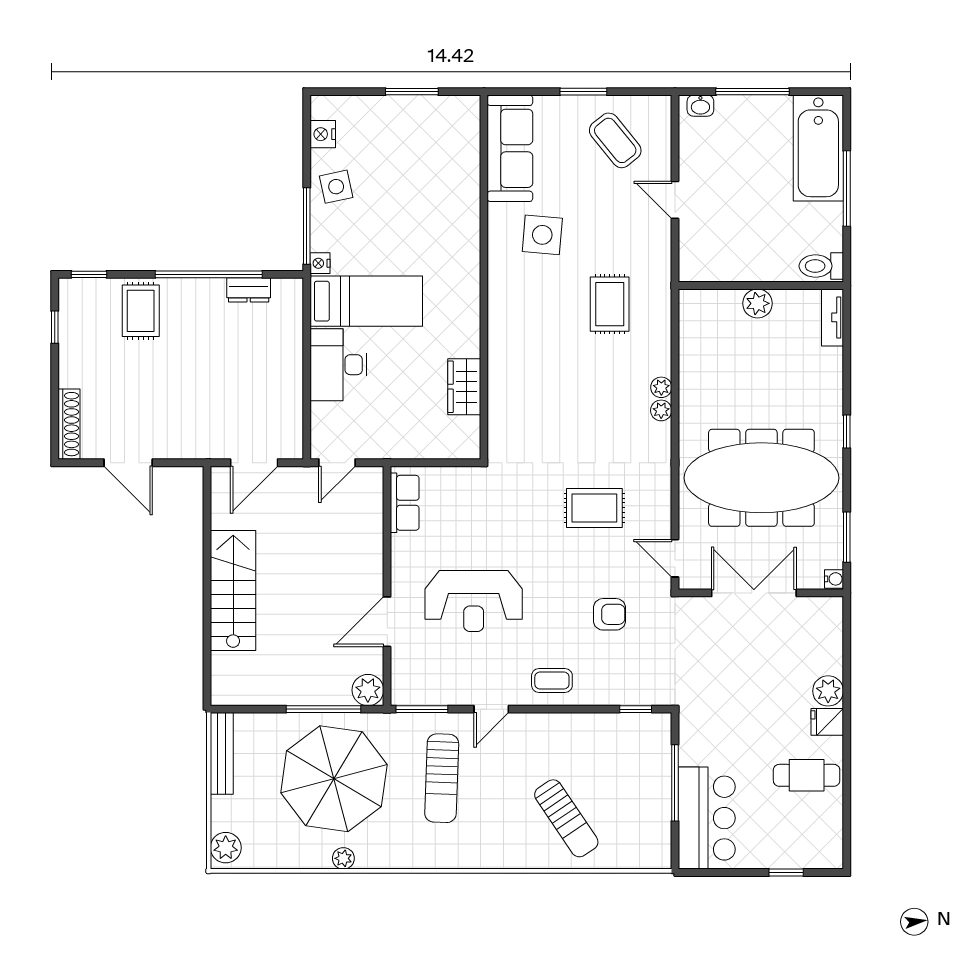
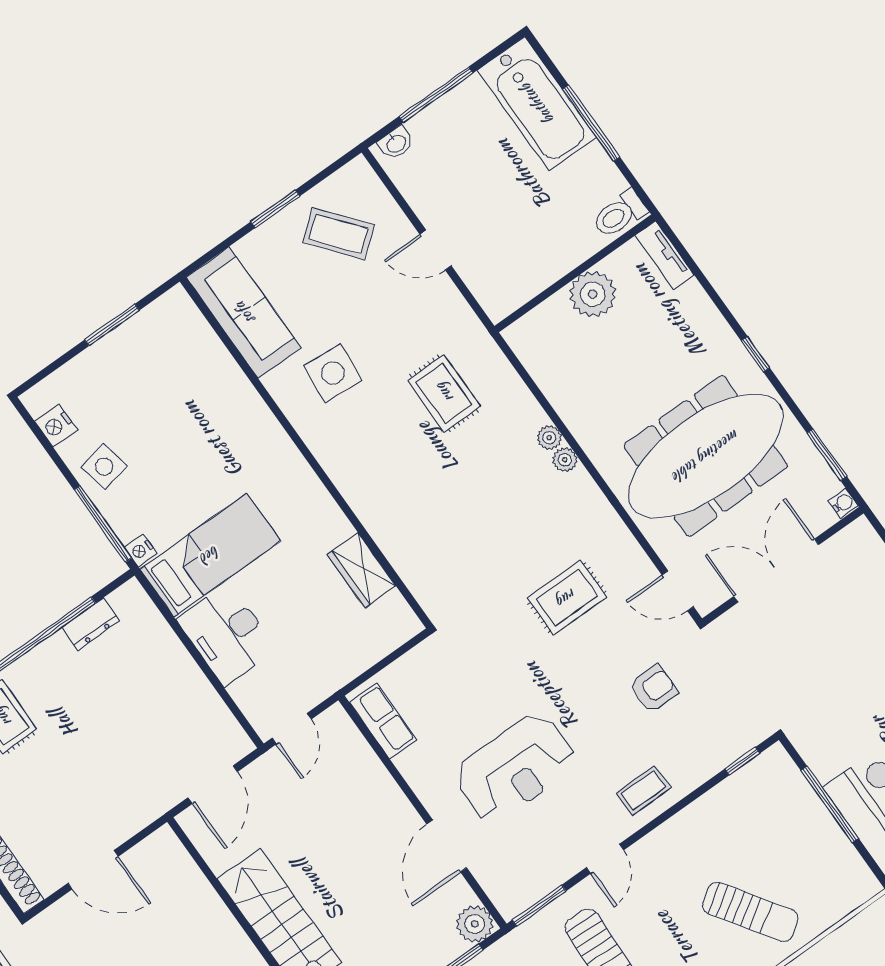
plant: (758, 303) -> (593, 294), width x1.36, depth x1.36

